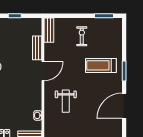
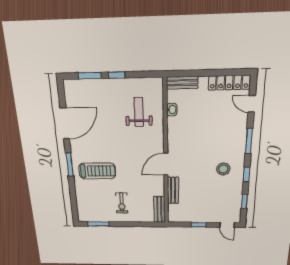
weight bench: (66, 101) -> (139, 112), moved

